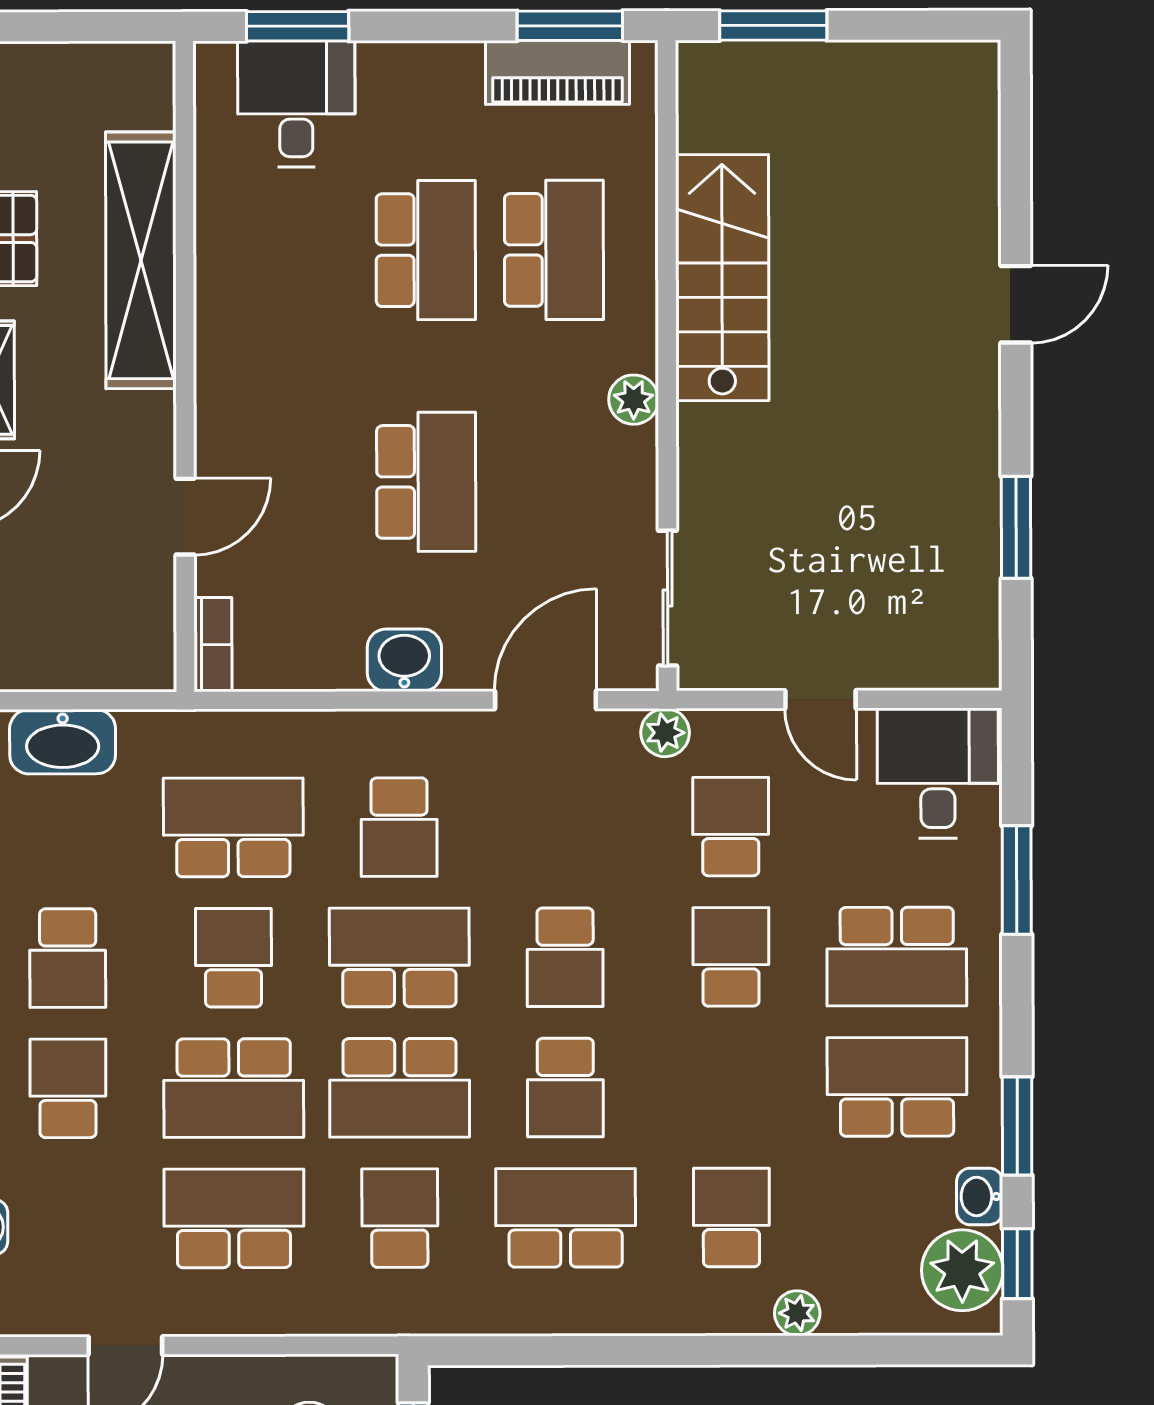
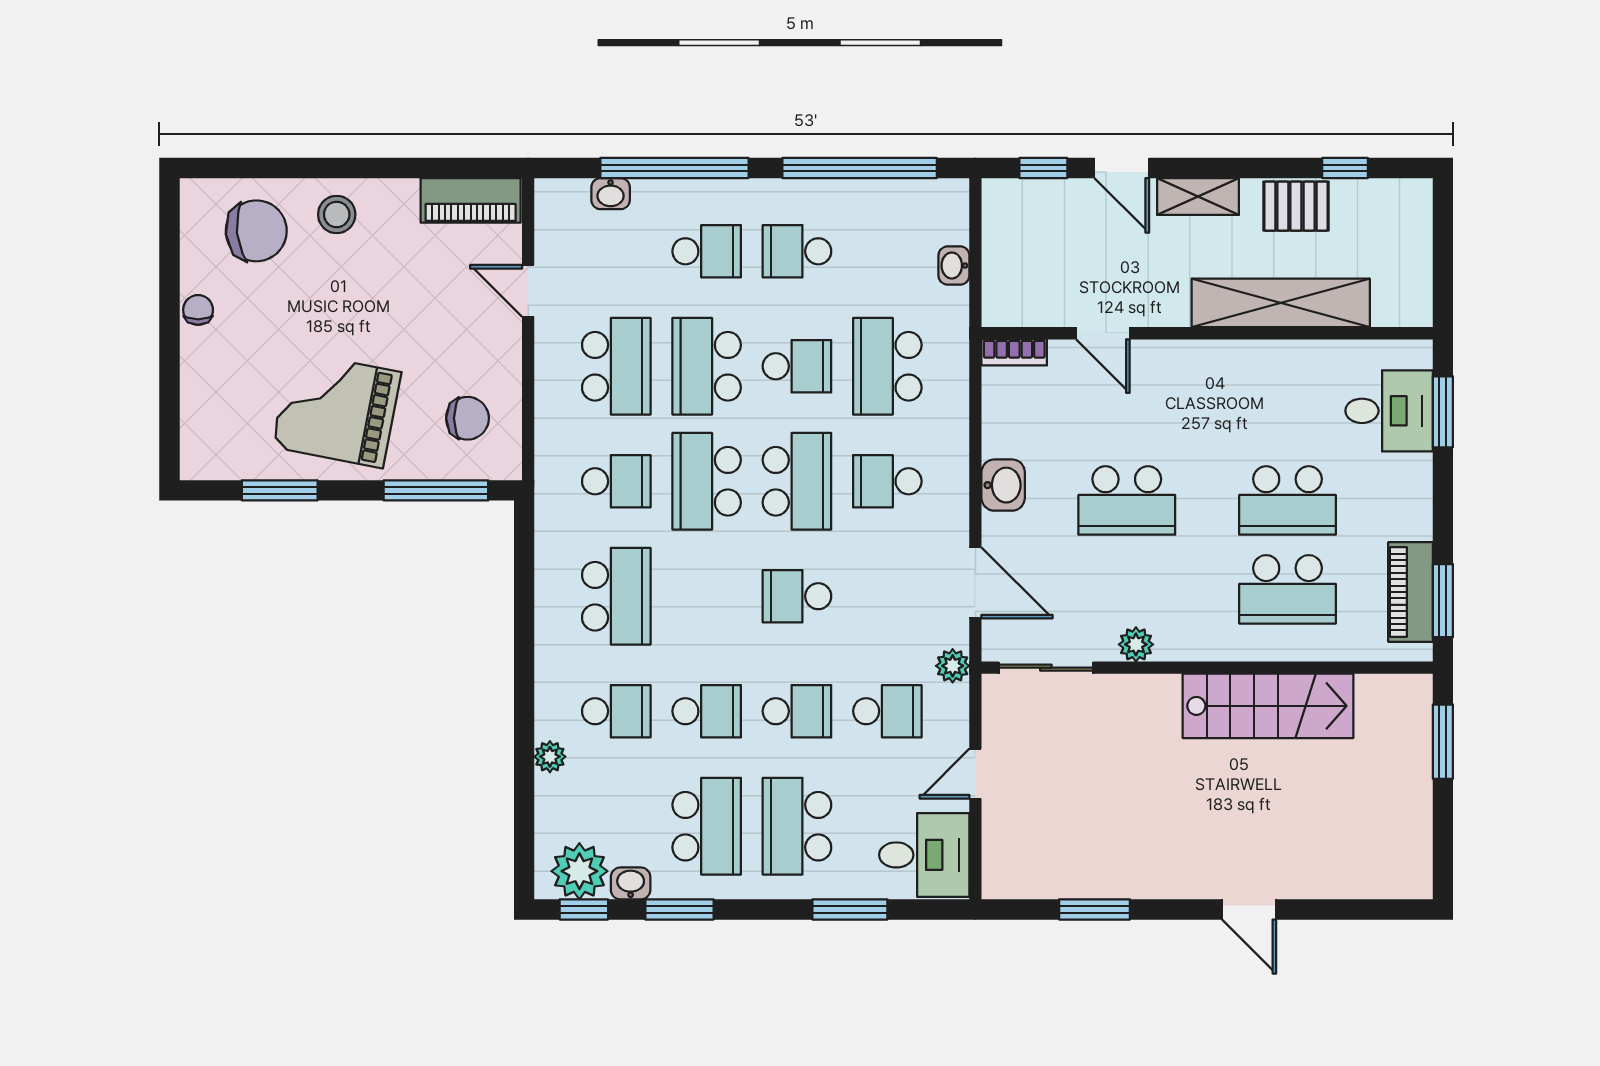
plant: (634, 400) -> (1136, 644), moved
washbasin: (63, 742) -> (954, 266), width x0.52, depth x0.69
school desk: (233, 827) -> (887, 366), turned 180
school desk: (565, 1088) -> (707, 711), moved, turned 180

